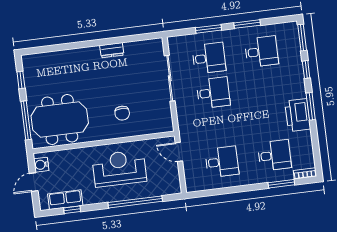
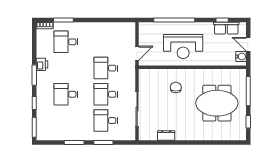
dresser: (112, 50) -> (166, 135), moved
desk: (261, 52) -> (66, 94), moved
printer: (298, 115) -> (42, 64), width x0.53, depth x0.68
meeting table: (60, 120) -> (217, 103), moved
door: (179, 152) -> (137, 53), hinge flipped
desk: (222, 162) -> (106, 68), moved
door: (34, 182) -> (248, 44), swing flipped

